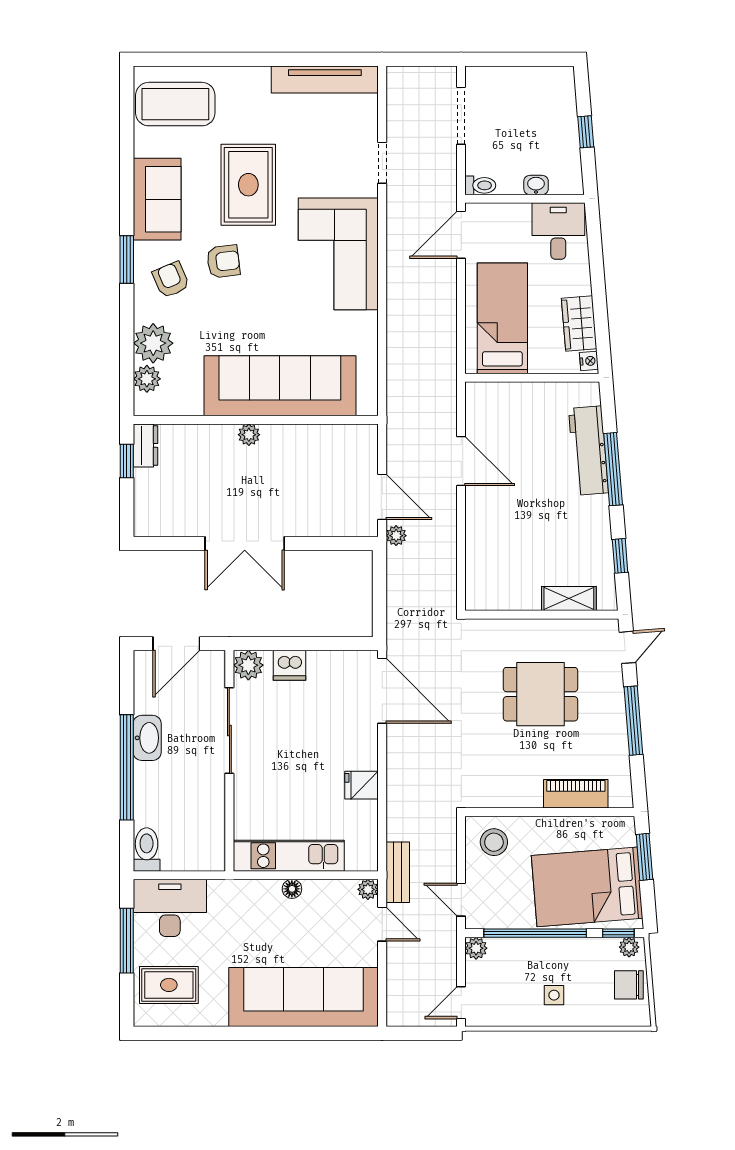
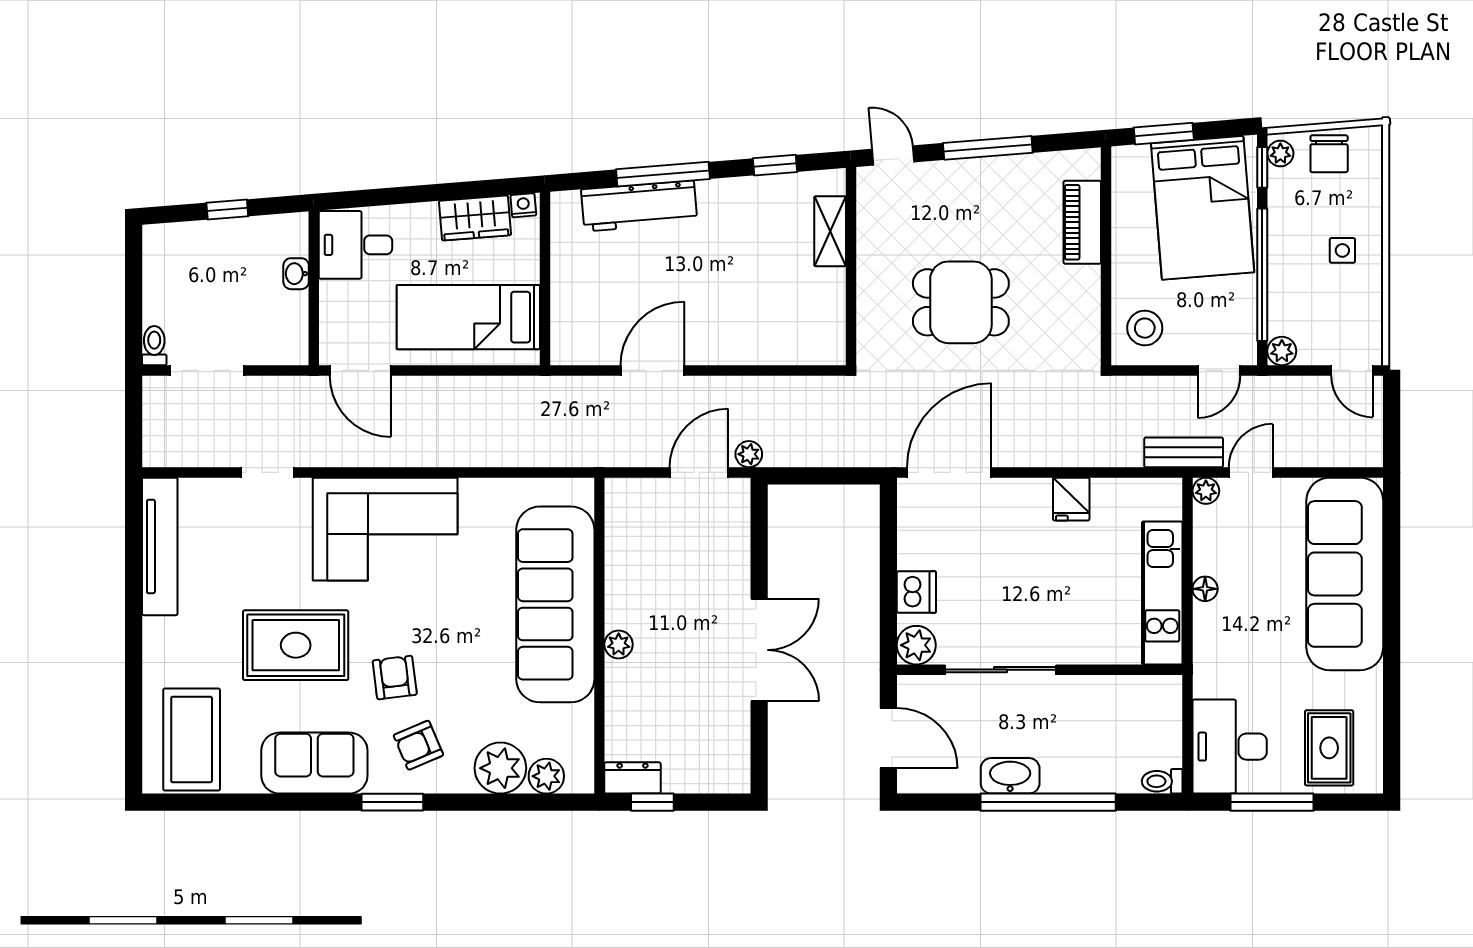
toilet: (480, 185) -> (154, 346), moved
dining table: (540, 694) -> (961, 302), moved, turned 90
toilet: (147, 850) -> (1162, 781), width x0.73, depth x0.72

